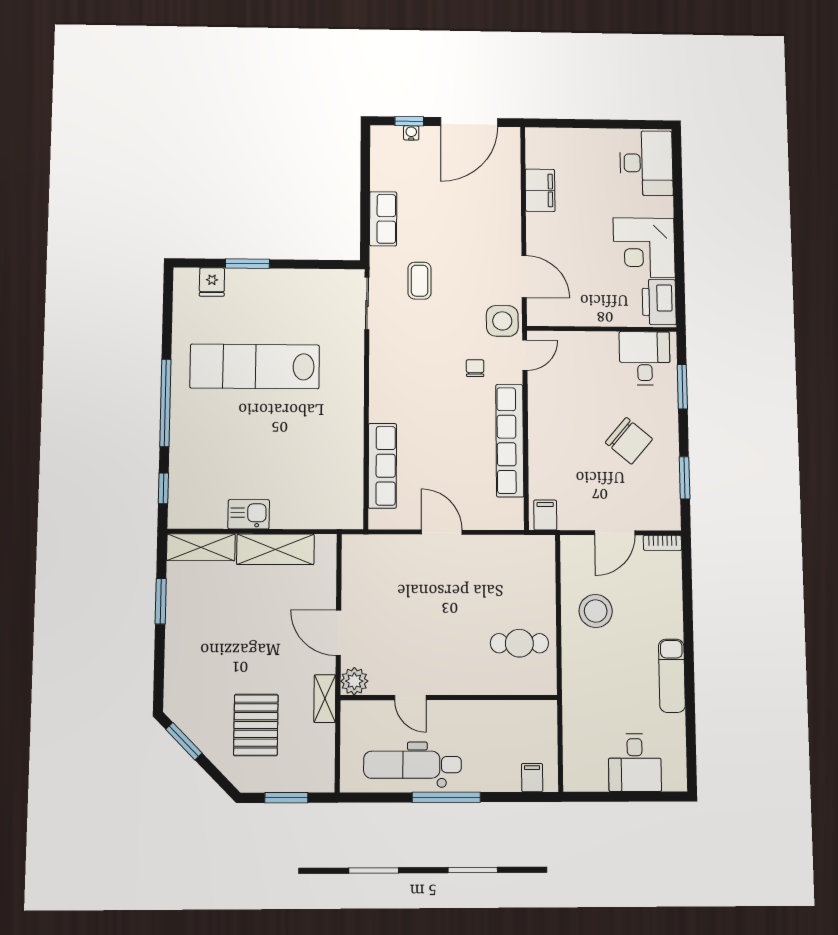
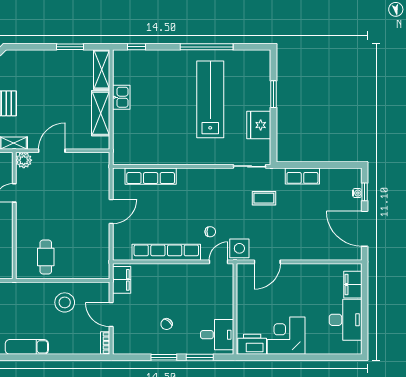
desk: (646, 163) -> (346, 320), moved, turned -90
filing cabinet: (540, 190) -> (353, 285), moved, turned 90
fridge: (212, 282) -> (259, 125), moved, width x1.88, depth x1.34
door: (525, 355) -> (218, 262), swing flipped
window: (165, 403) -> (207, 47), moved
chair: (629, 441) -> (167, 324), width x0.54, depth x0.54
window: (685, 478) -> (164, 357), moved
filing cabinet: (545, 515) -> (122, 280), width x2.00

